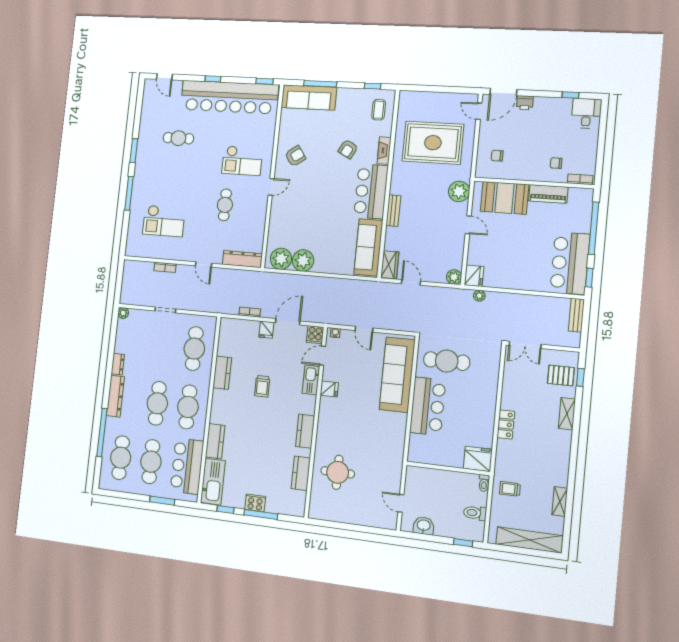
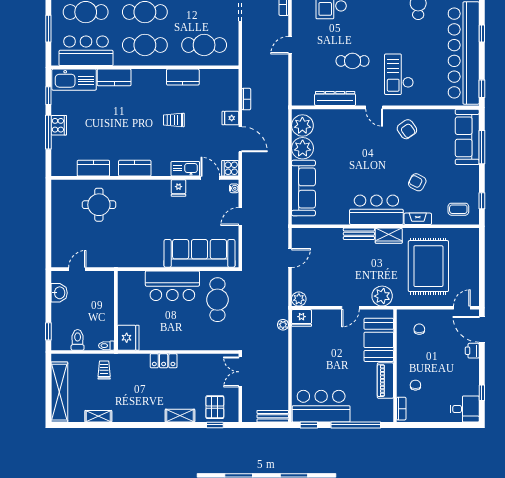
sofa: (368, 247) -> (303, 188), moved, turned 90
dresser: (242, 259) -> (335, 98), moved, turned -90
wardrobe: (390, 265) -> (389, 236), moved

